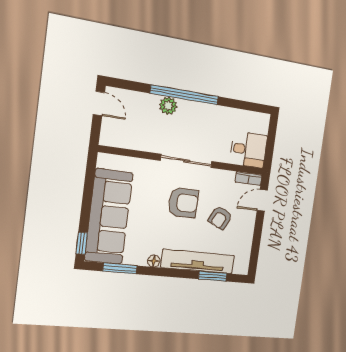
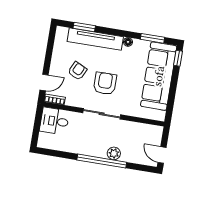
armchair: (183, 203) -> (105, 83), turned 90

